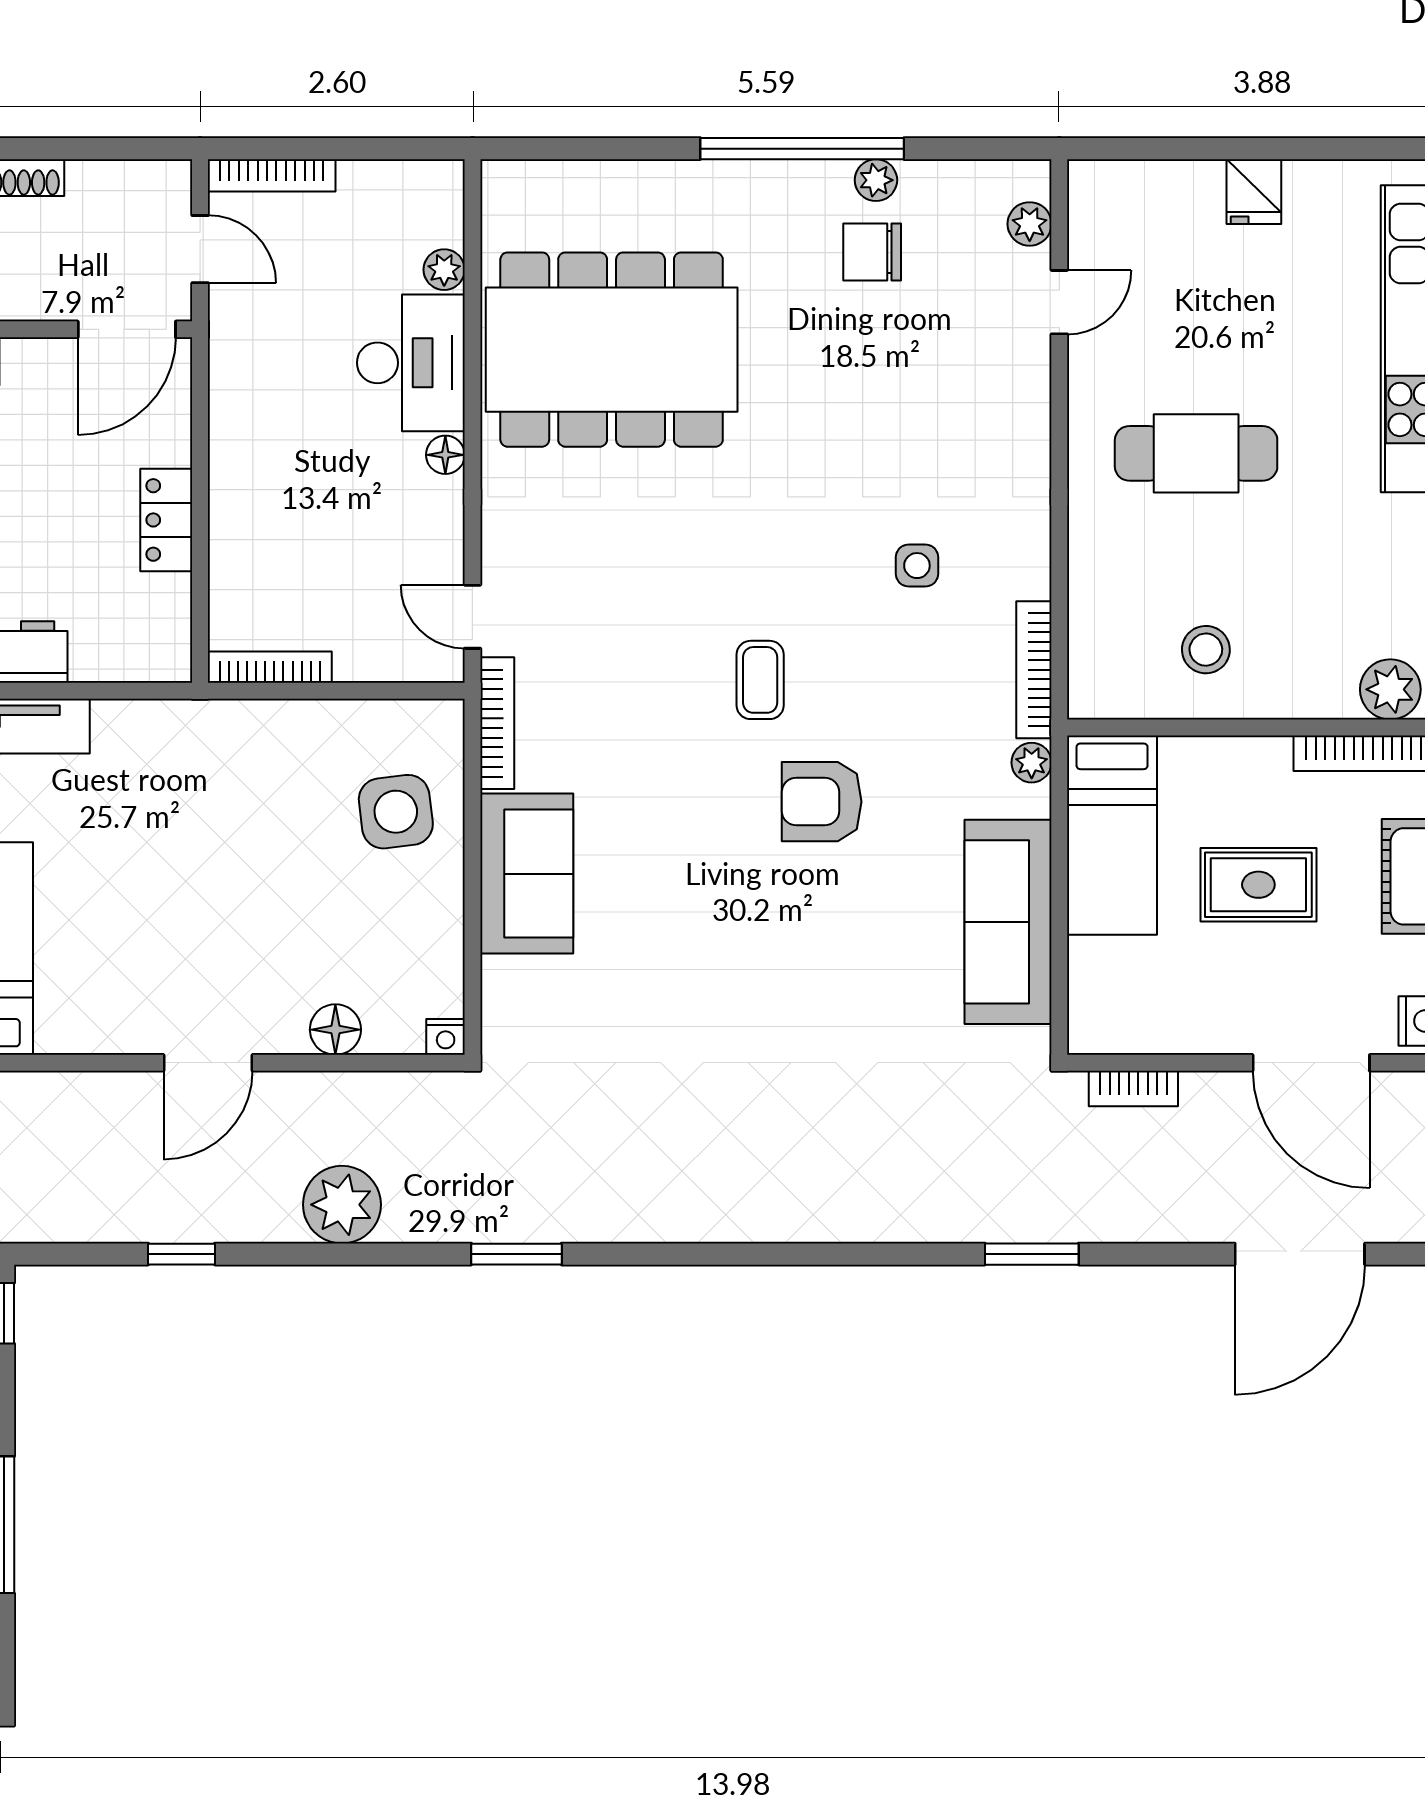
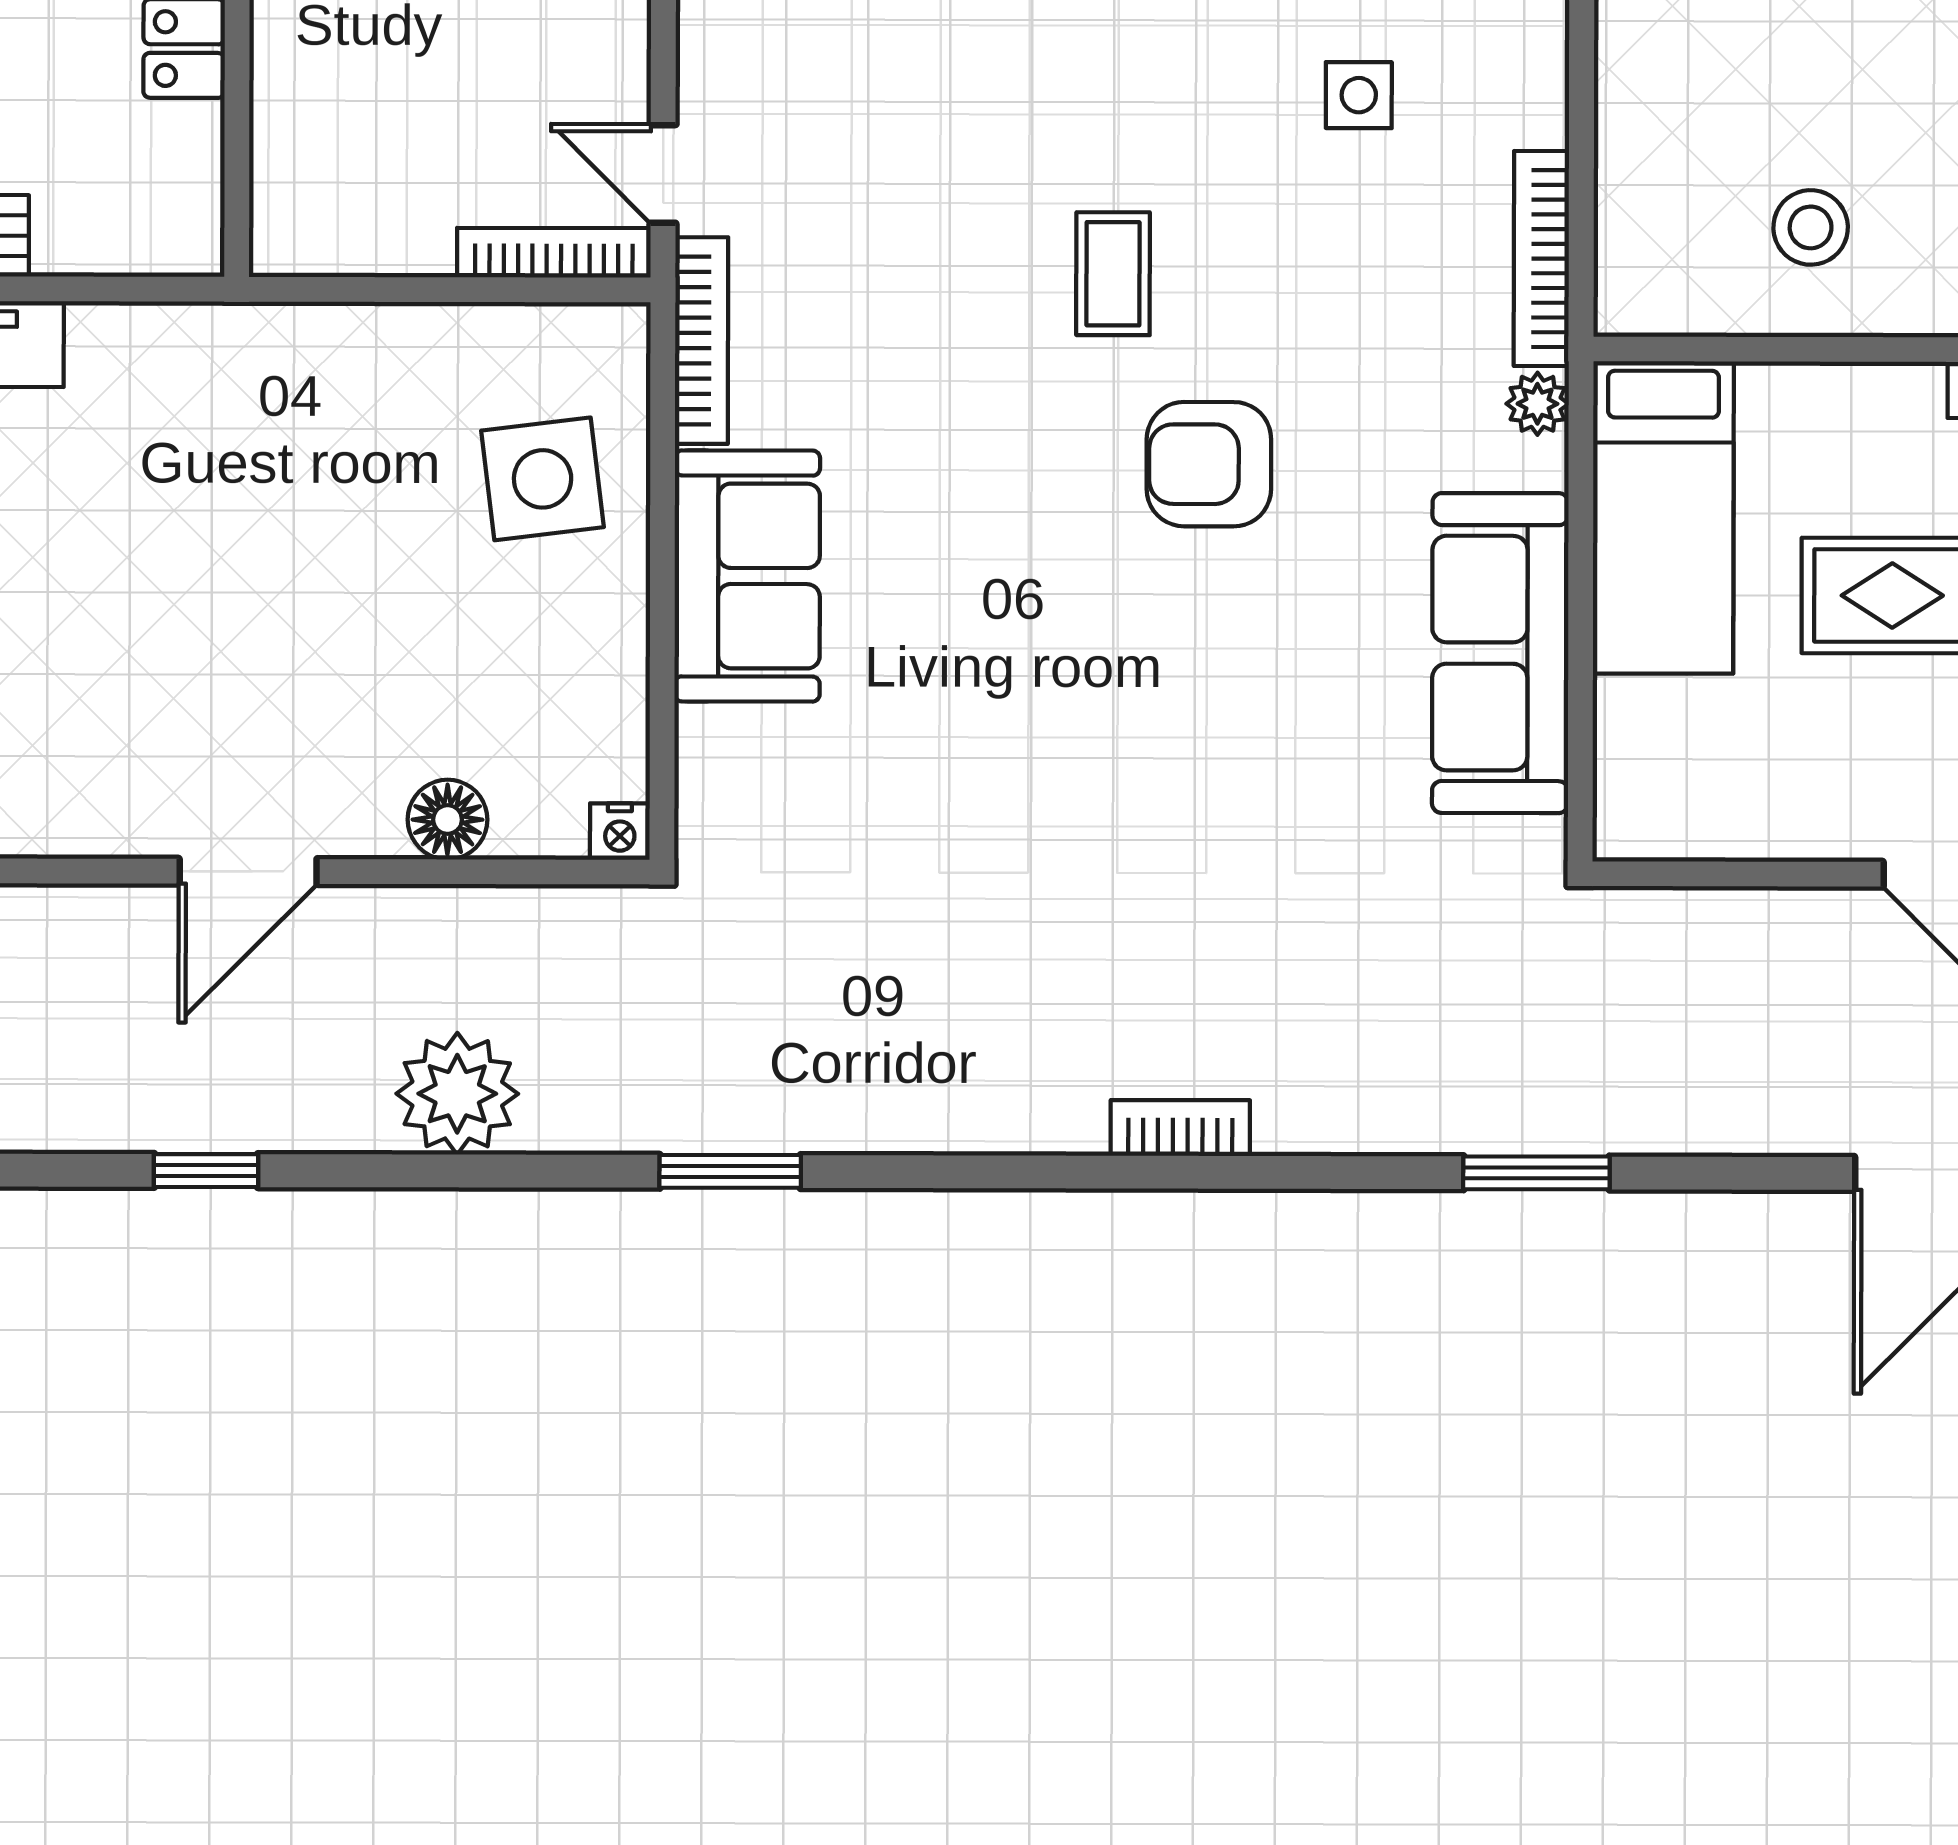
bookcase: (270, 667) -> (554, 253), moved
bookcase: (1133, 1088) -> (1180, 1128), moved, turned 180

